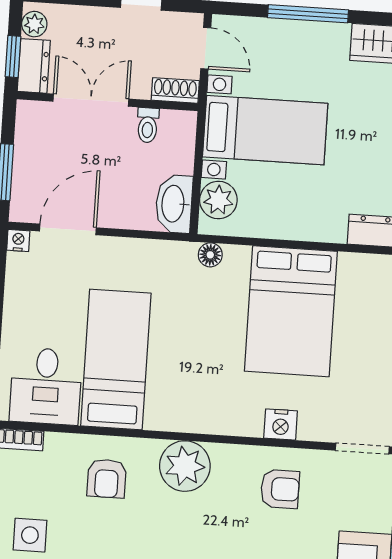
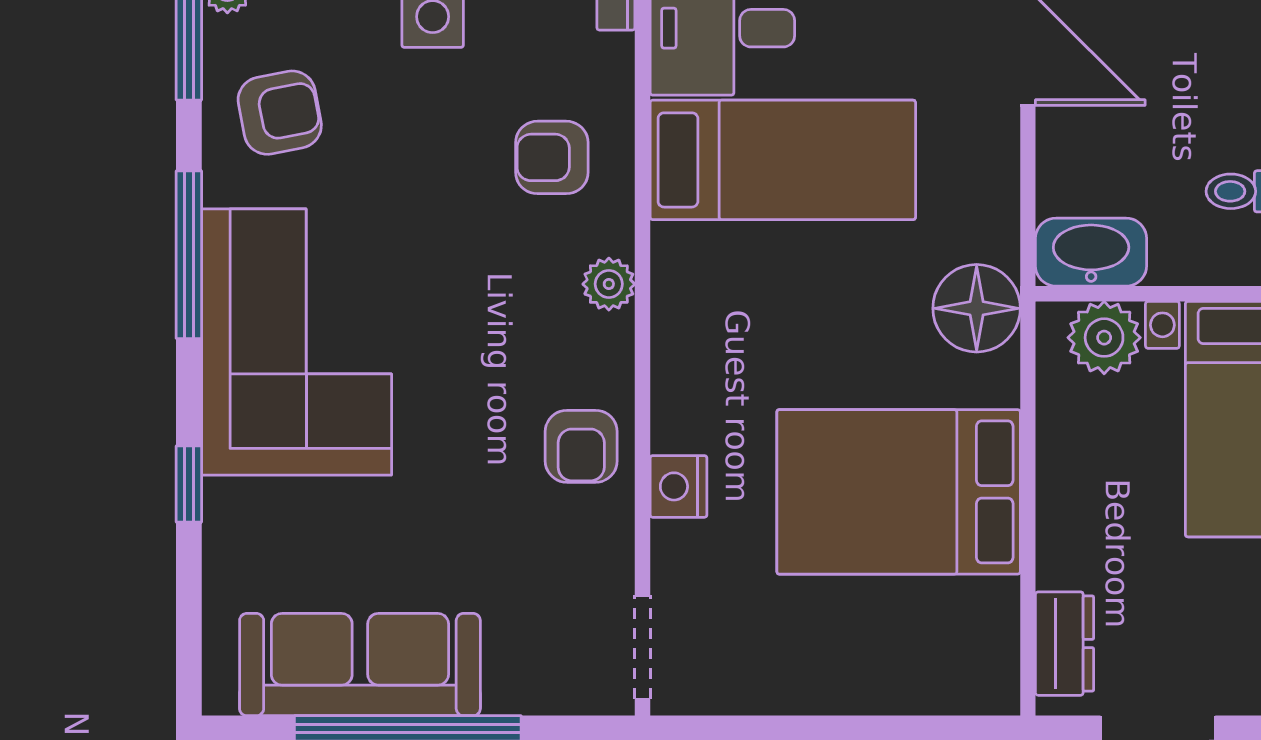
floor lamp: (210, 255) -> (977, 308), width x1.89, depth x1.89
plant: (185, 466) -> (609, 284), width x0.53, depth x0.53
armchair: (280, 489) -> (581, 446), moved

